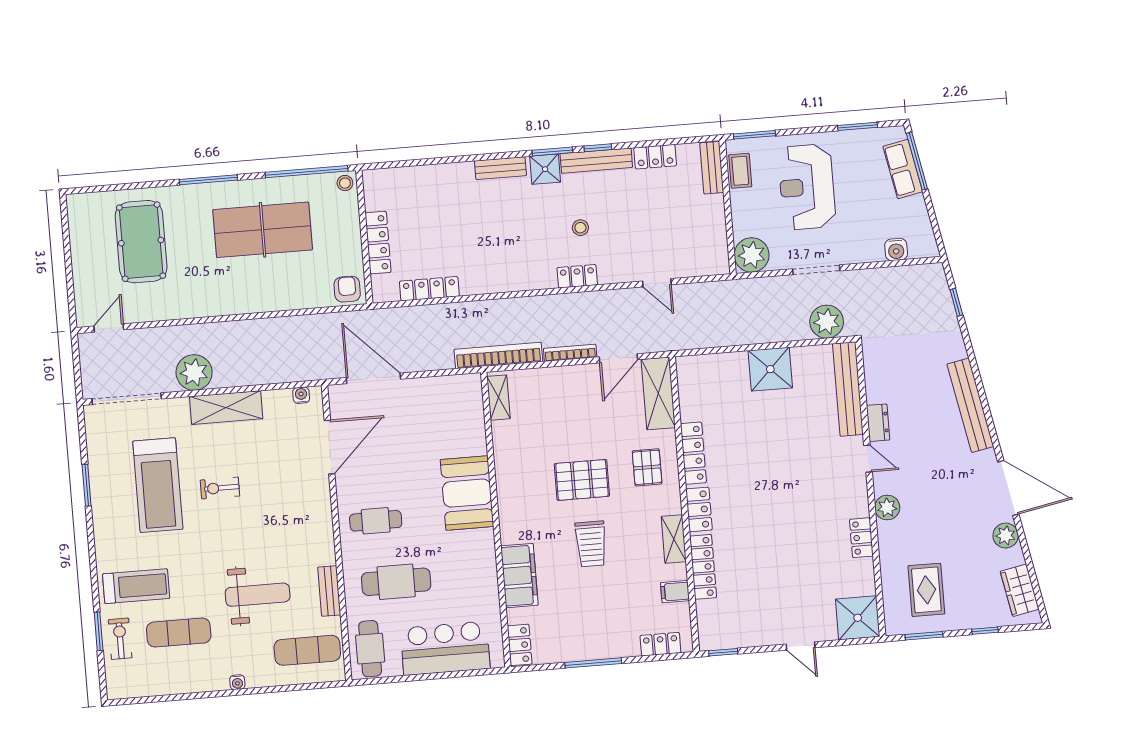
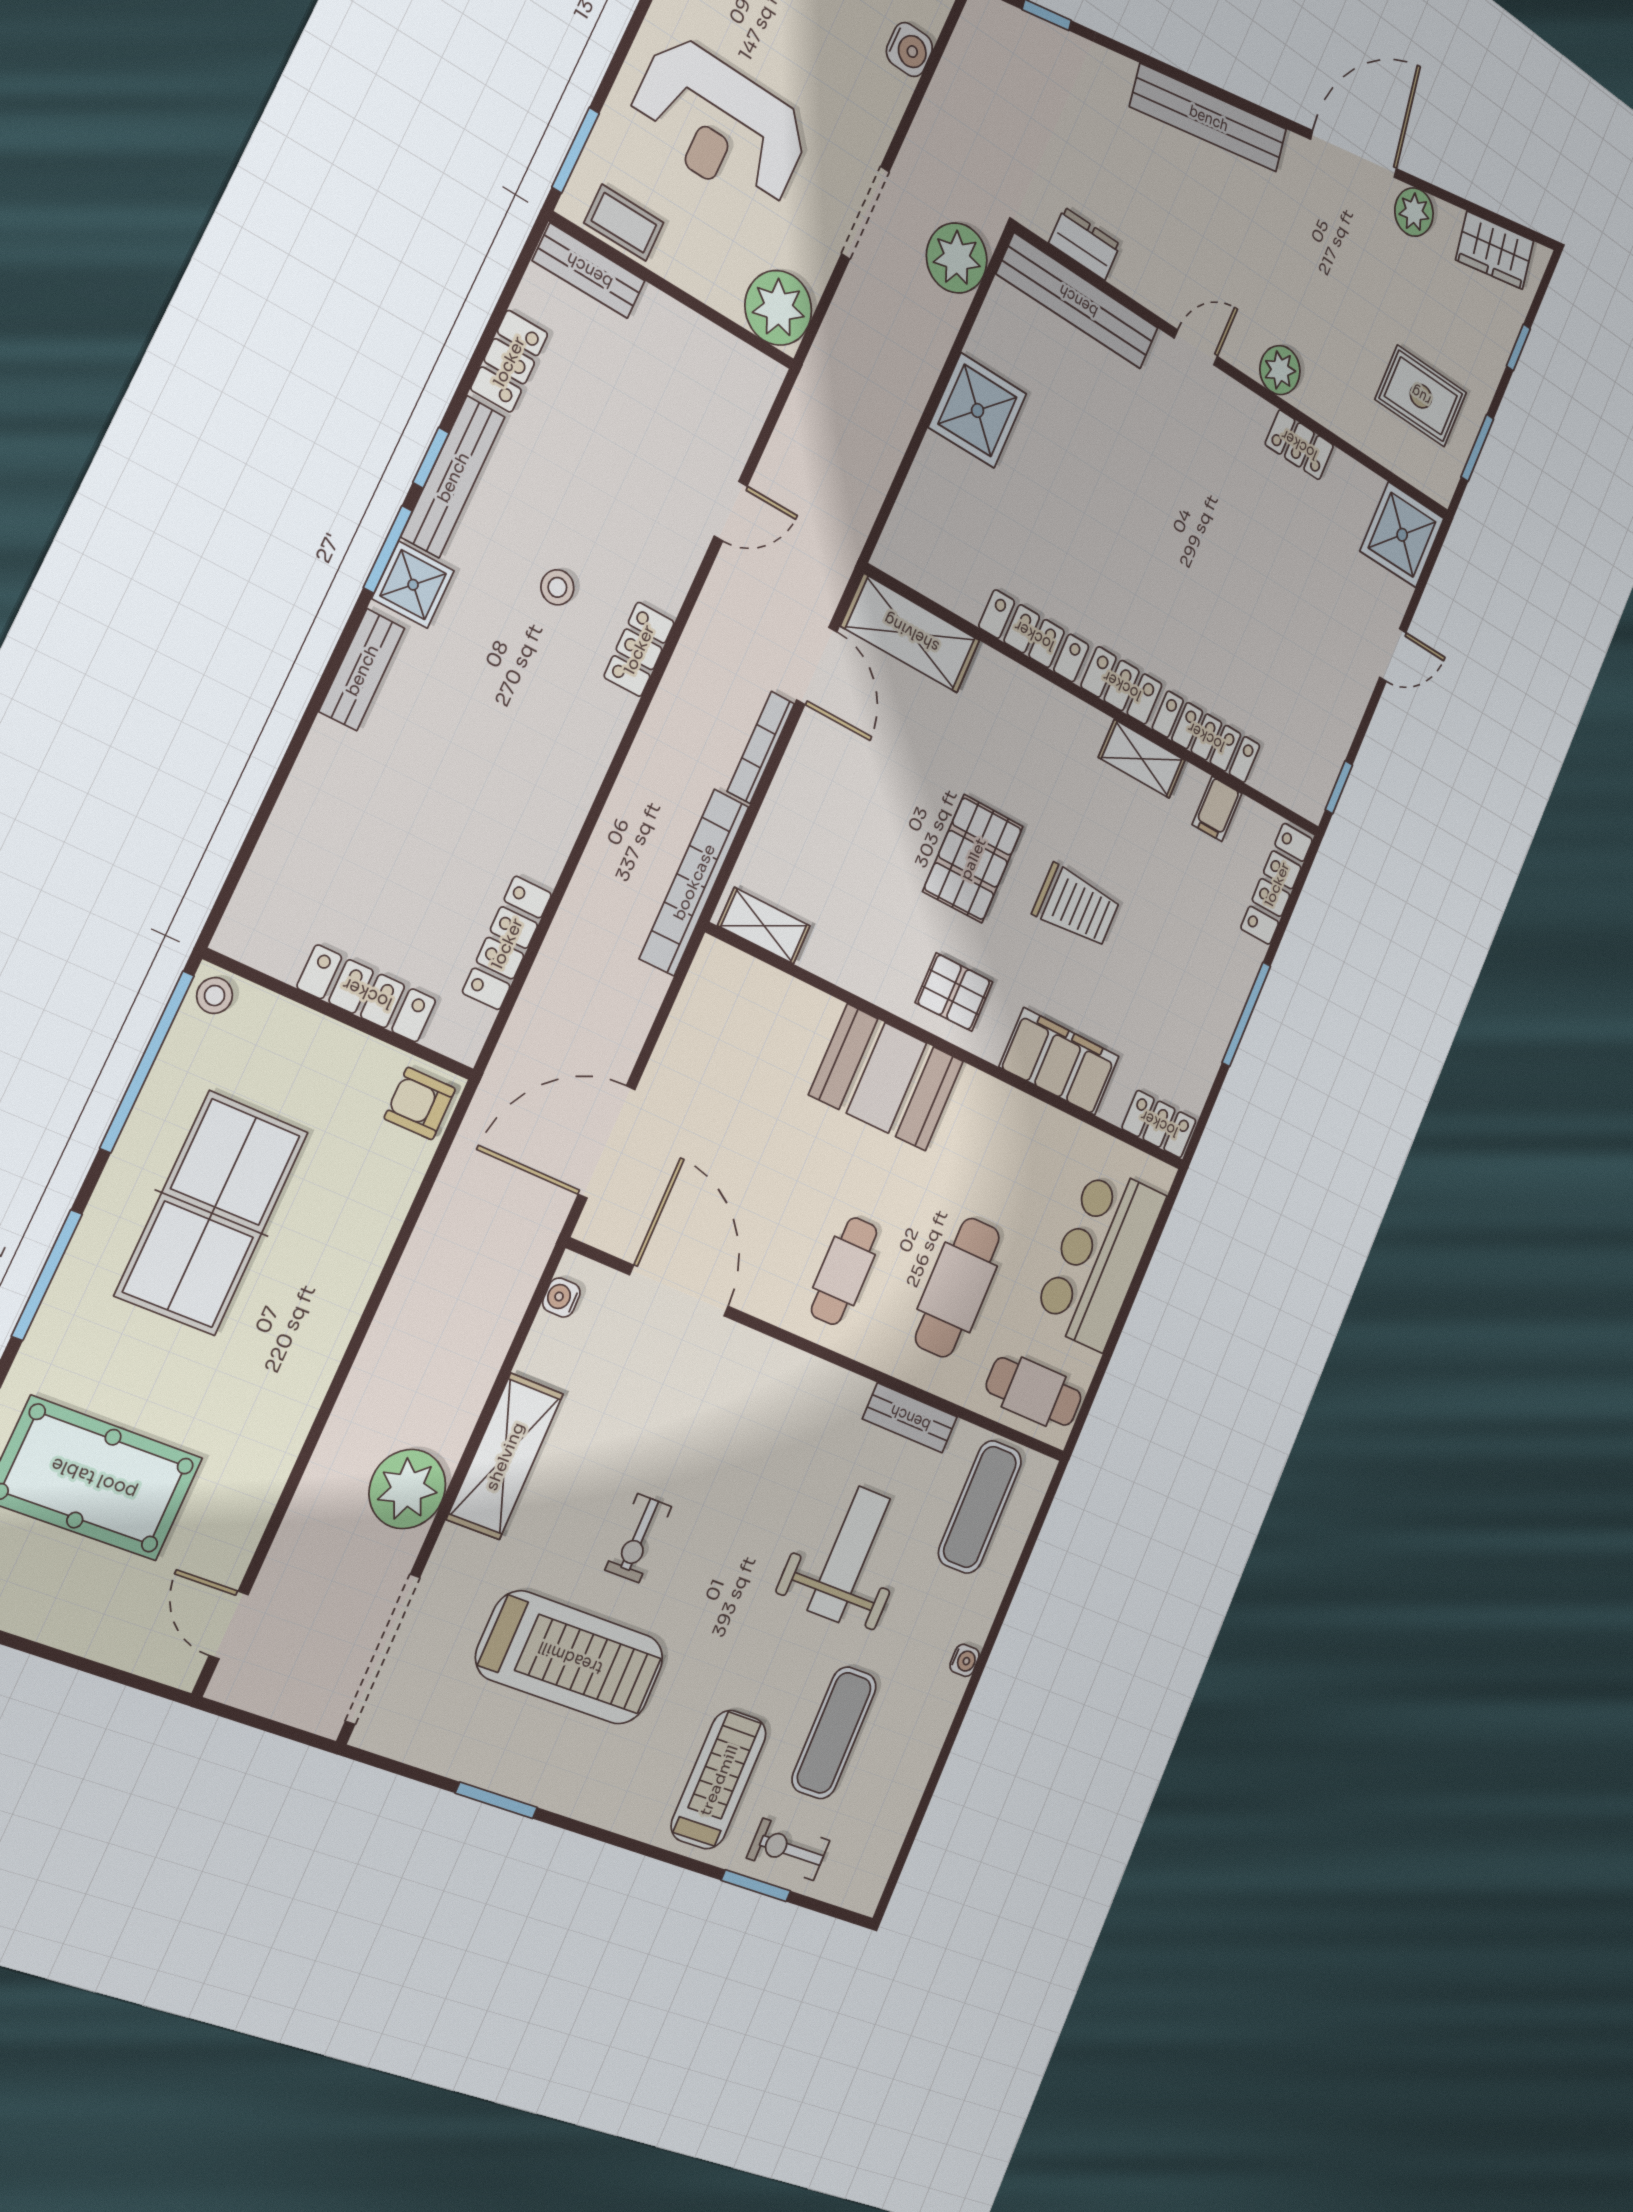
dresser: (878, 423) -> (1085, 244), moved
pallet: (647, 467) -> (954, 992), moved
locker: (660, 644) -> (1277, 884), width x1.53

